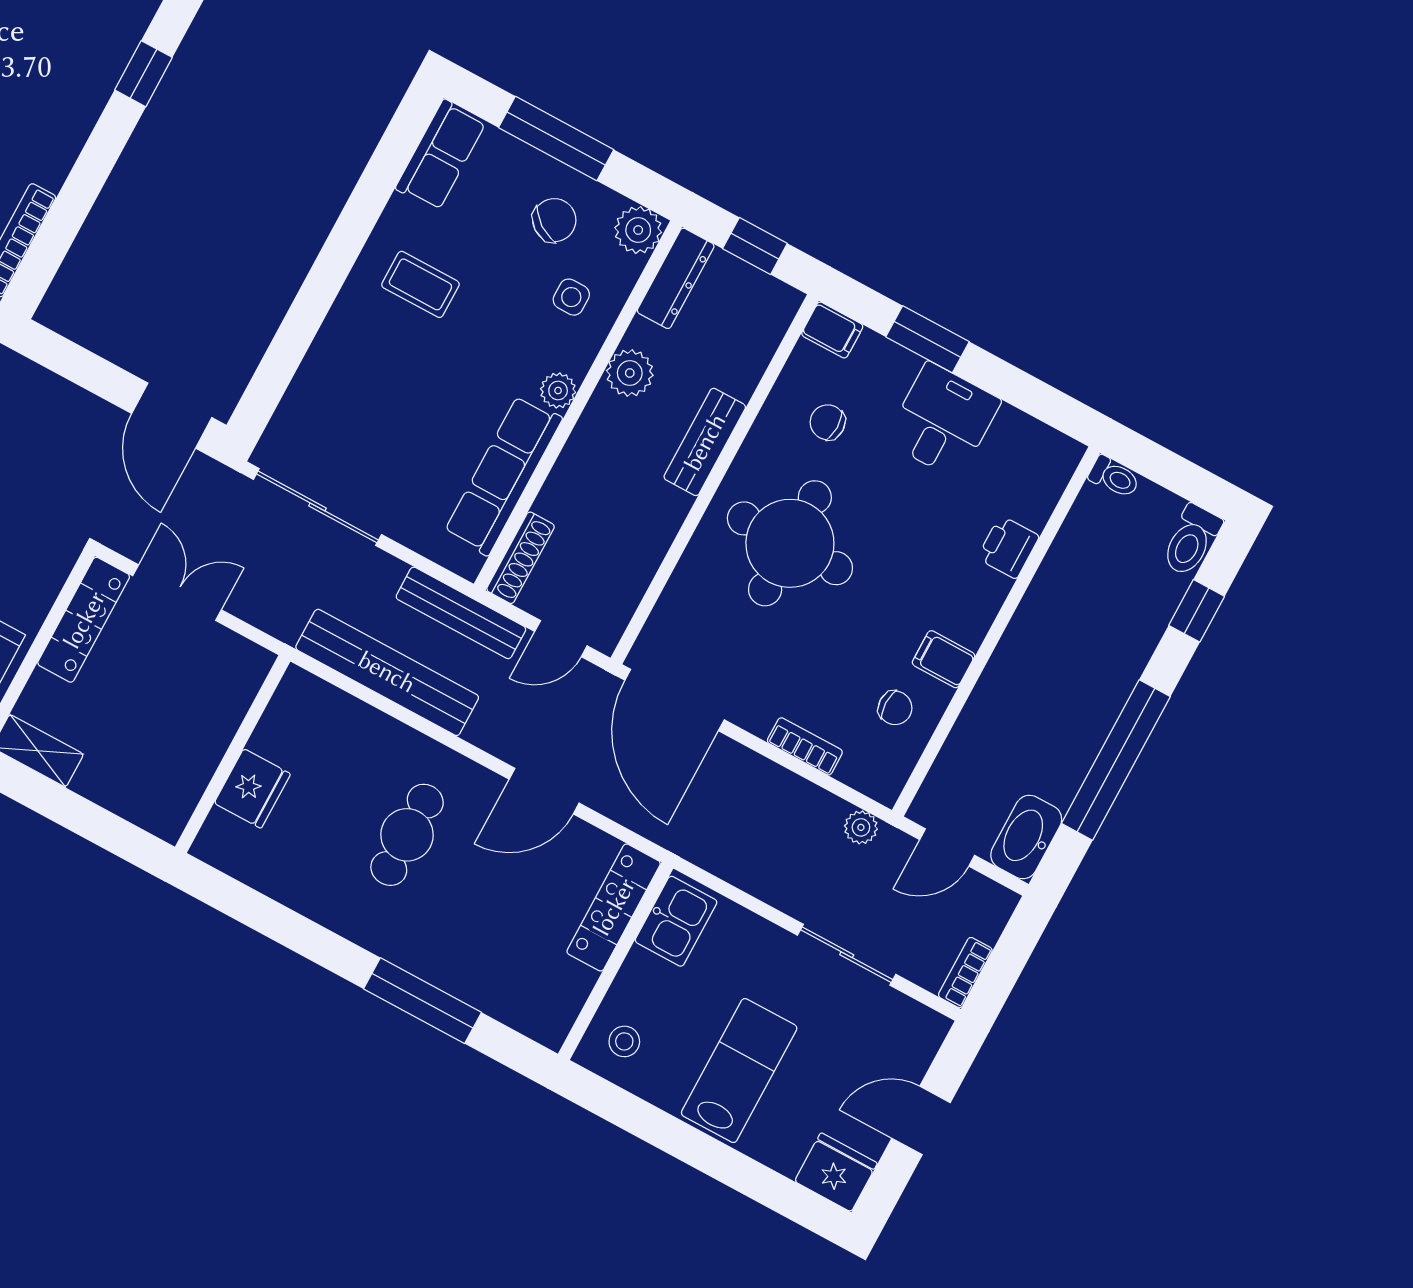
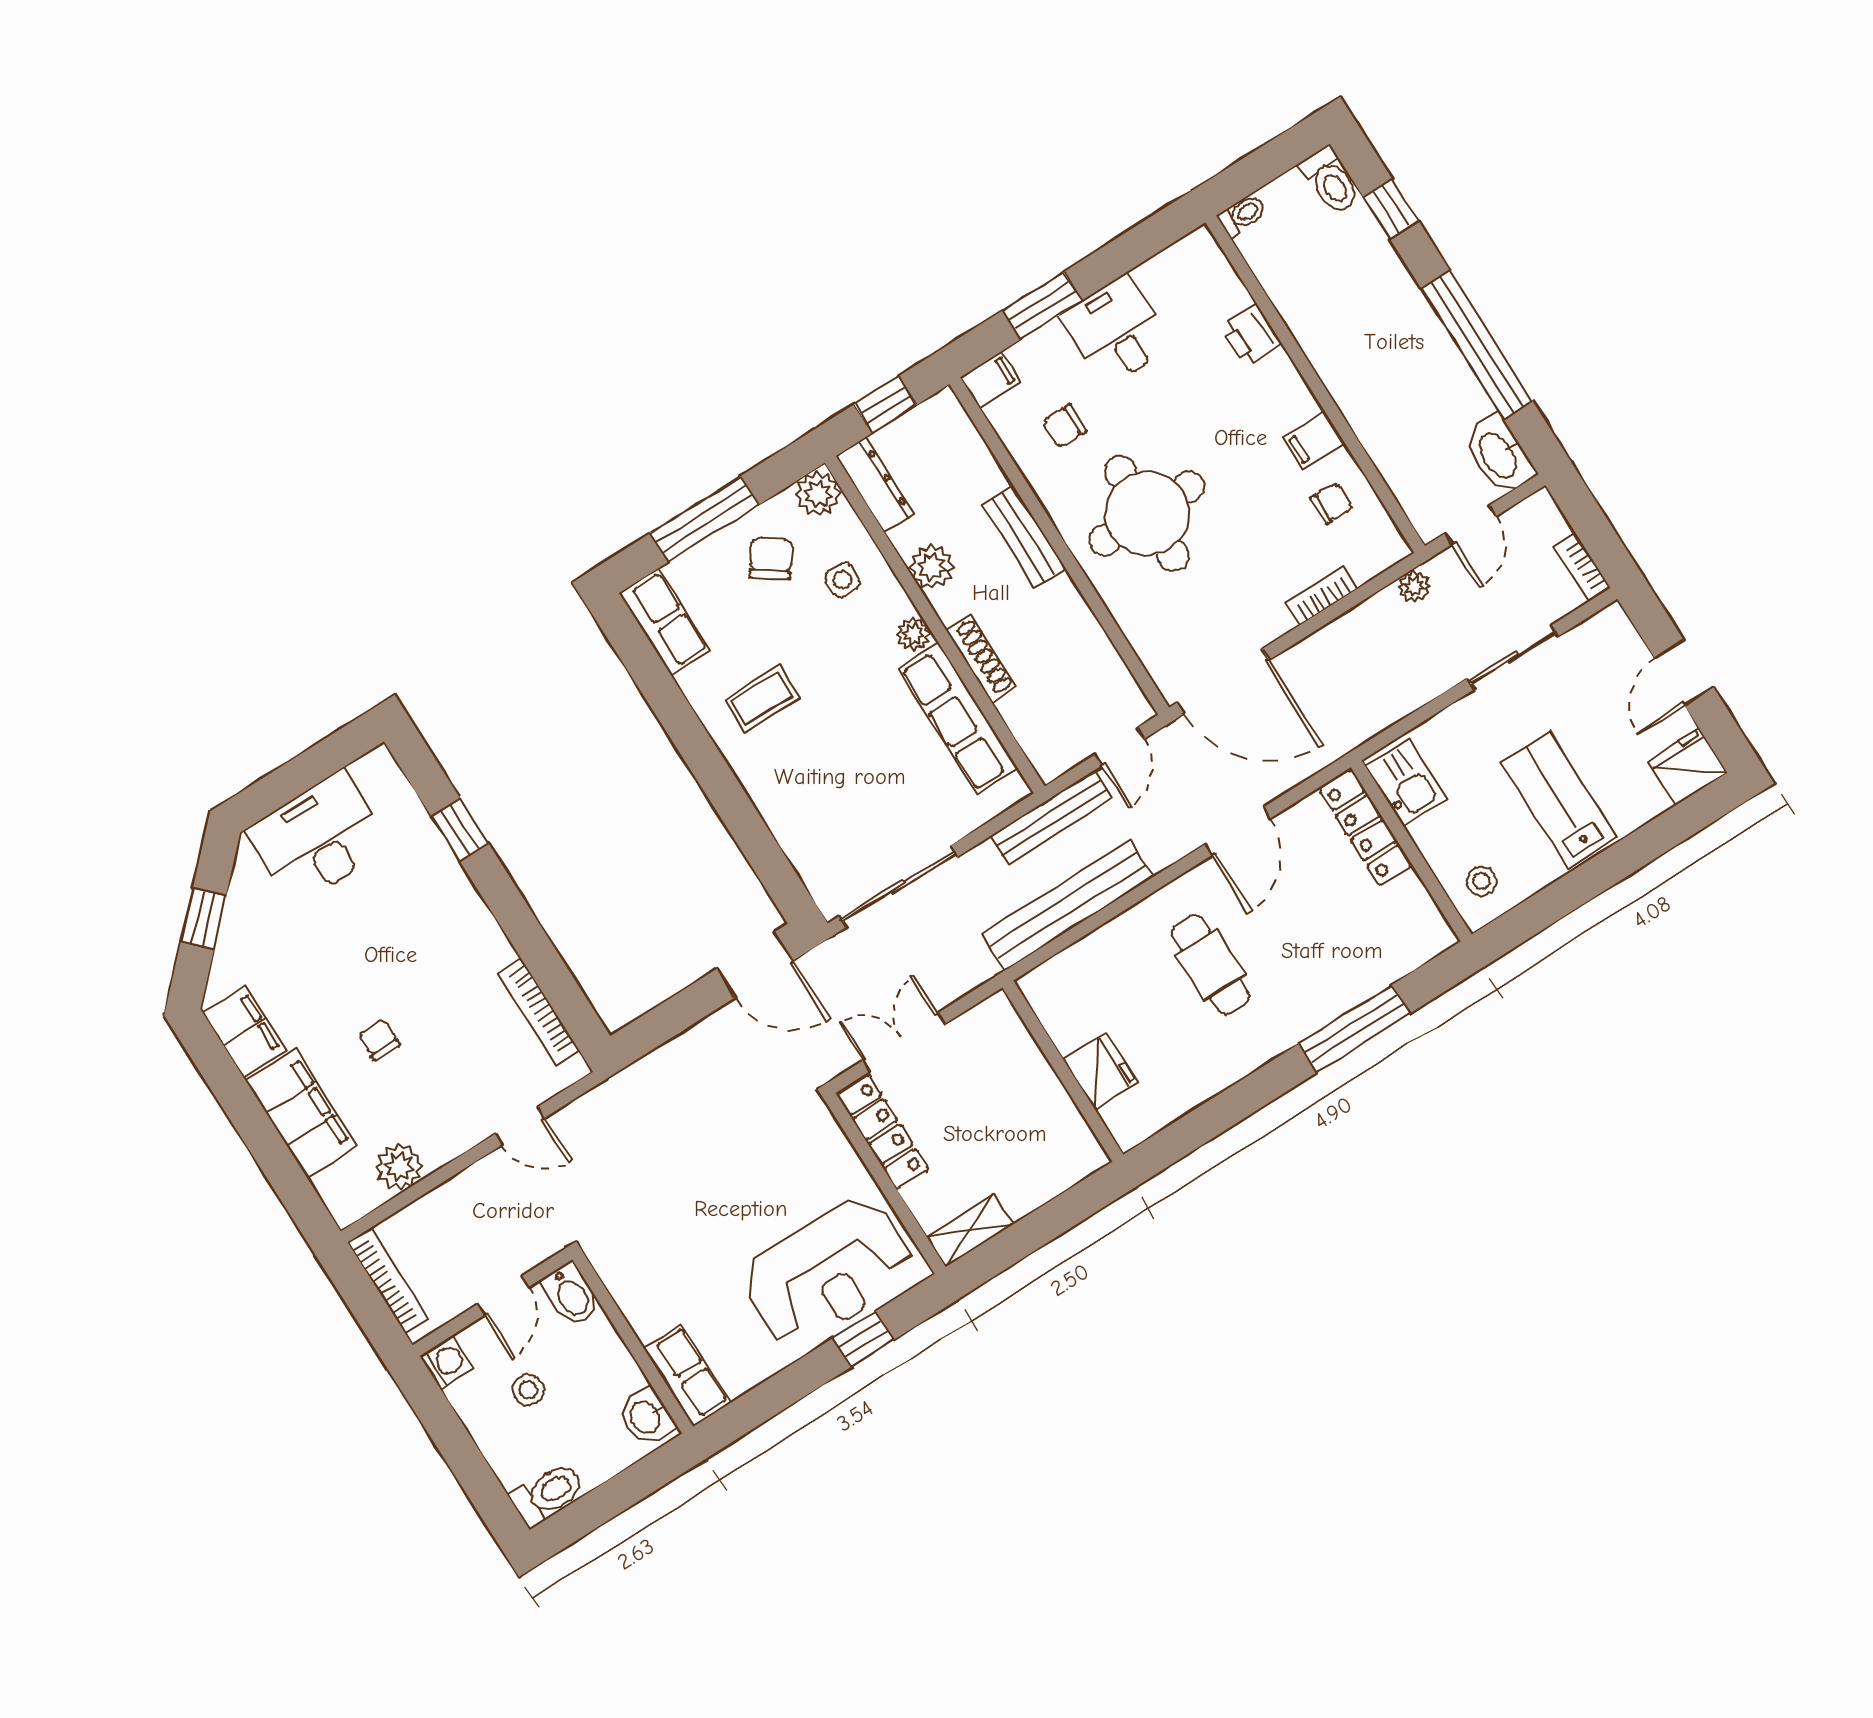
shoe rack: (521, 558) -> (981, 659), moved

